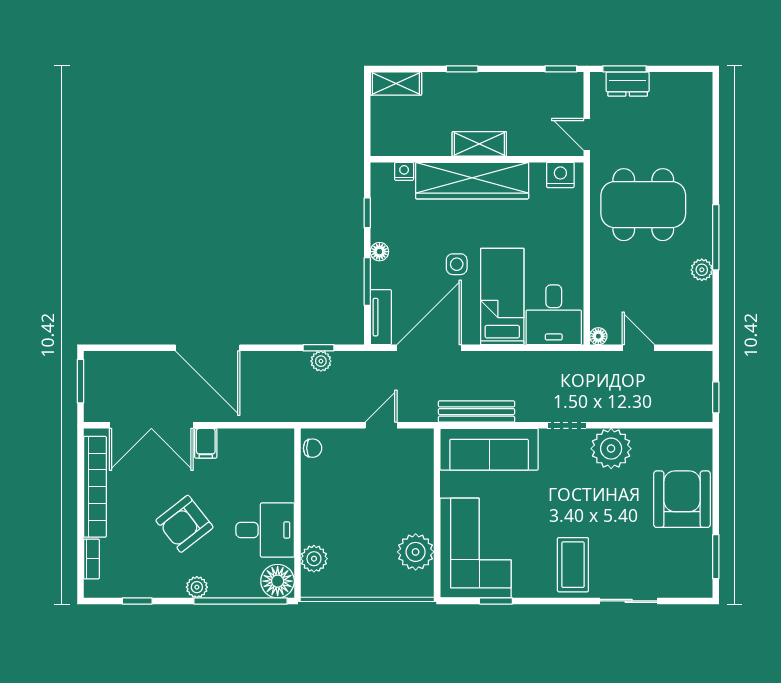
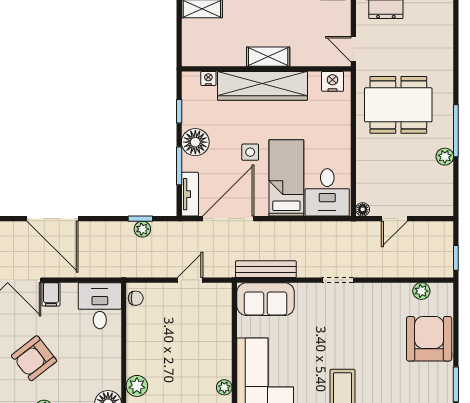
floor lamp: (379, 252) -> (195, 142), width x1.89, depth x1.89
door: (638, 348) -> (394, 219), swing flipped
sofa: (489, 449) -> (266, 299), width x0.73
plant: (611, 449) -> (421, 291), moved, width x0.53, depth x0.53
desk: (265, 530) -> (100, 306), moved, turned -90
plant: (416, 552) -> (224, 387), width x0.53, depth x0.53

